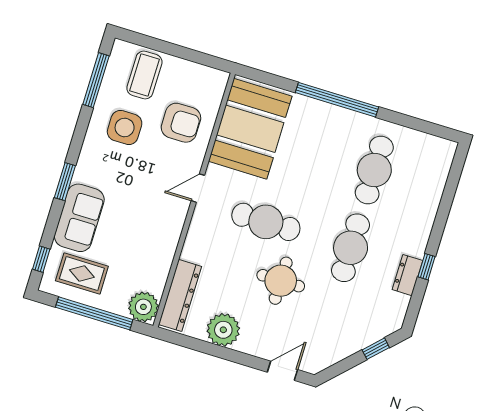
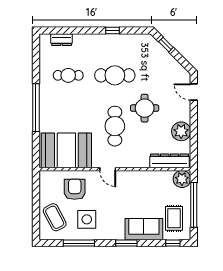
coffee table: (144, 75) -> (55, 217), turned 62
window: (96, 80) -> (79, 243), moved
cafe table: (374, 170) -> (68, 75), width x0.73, depth x0.74
dresser: (407, 275) -> (62, 40), moved

